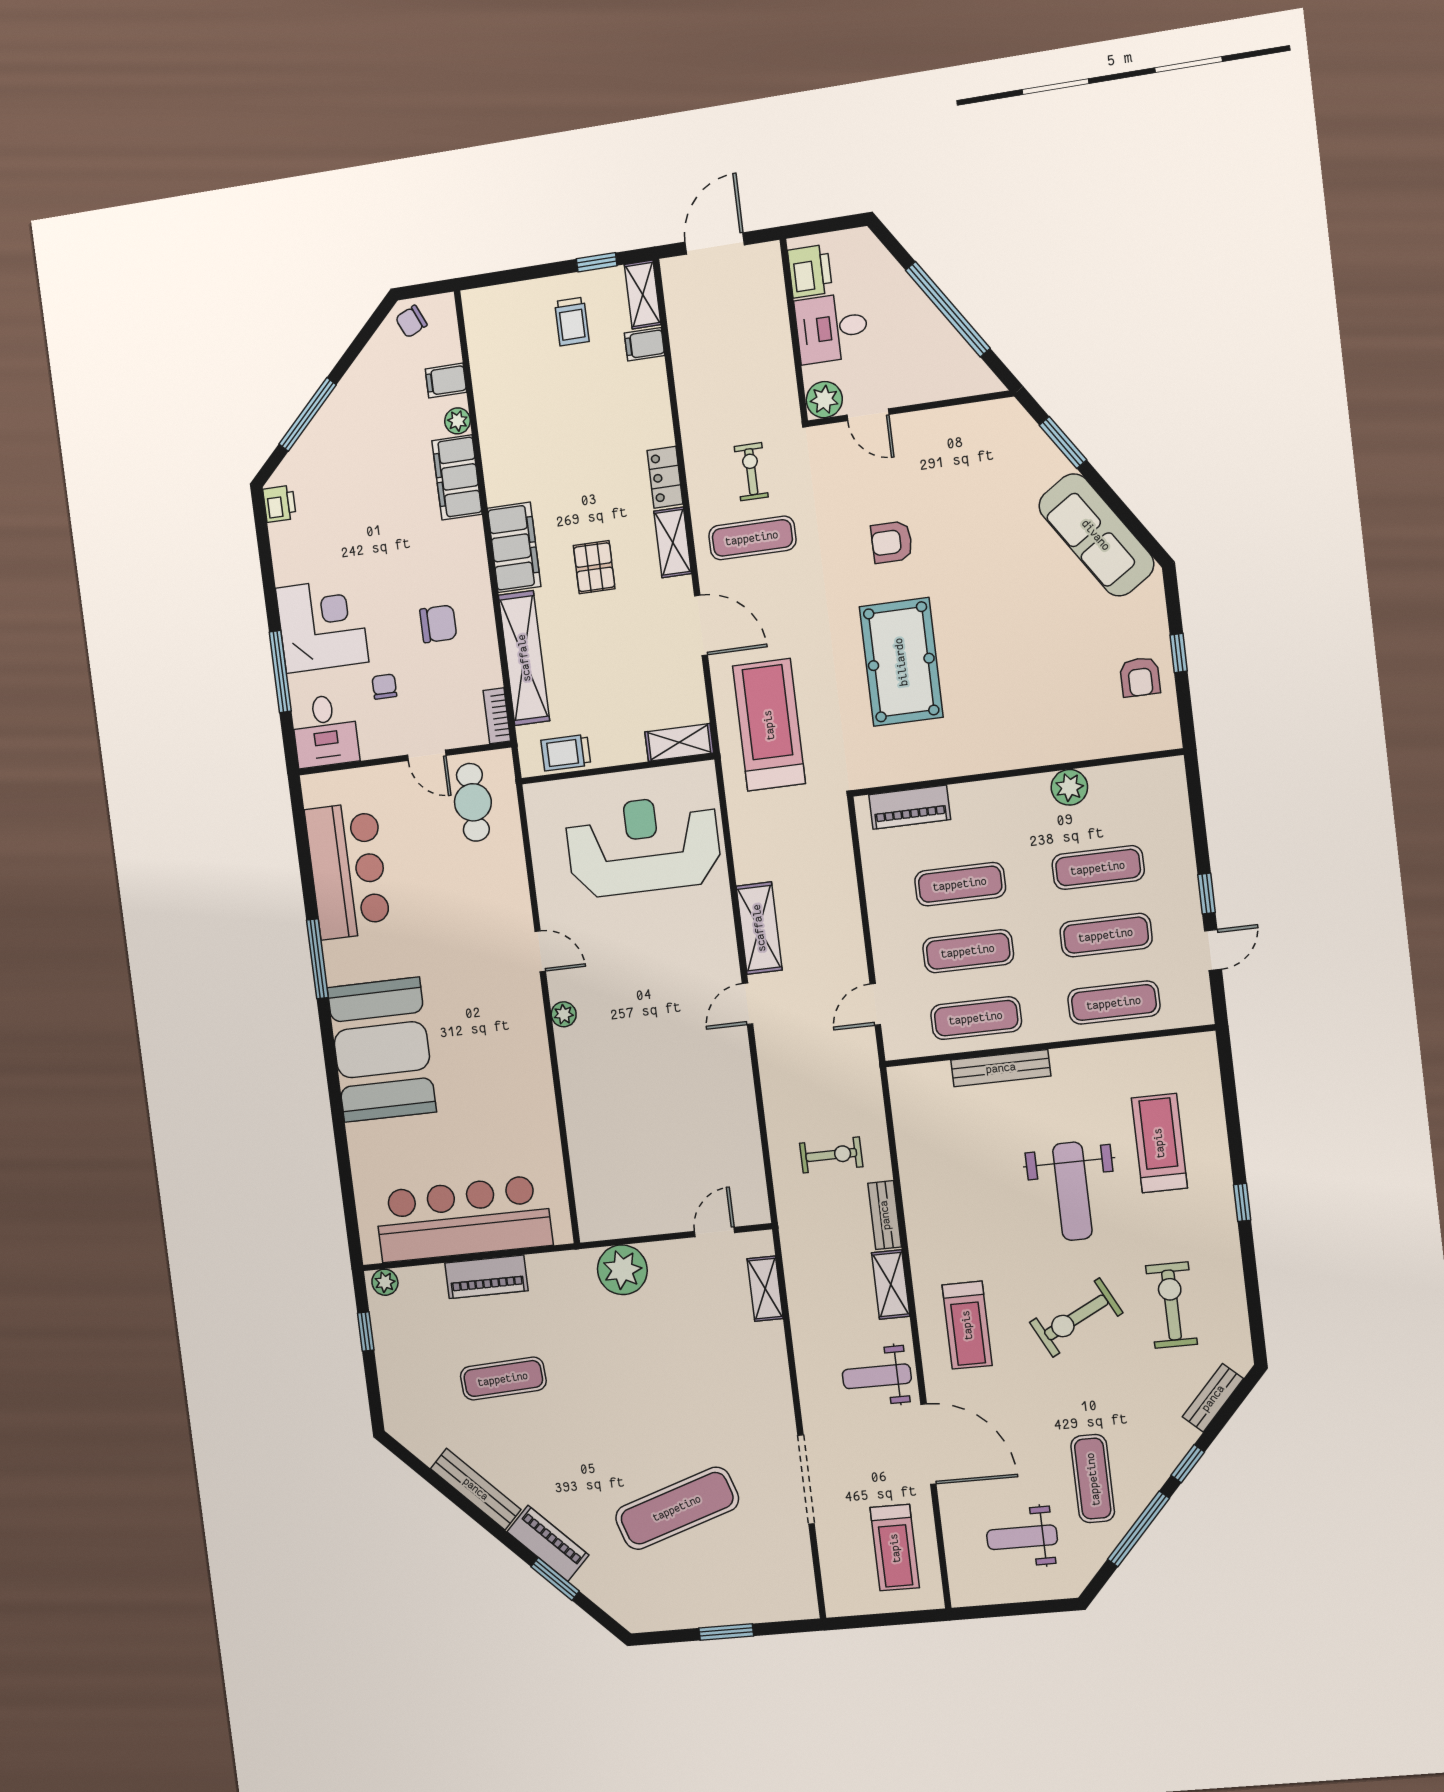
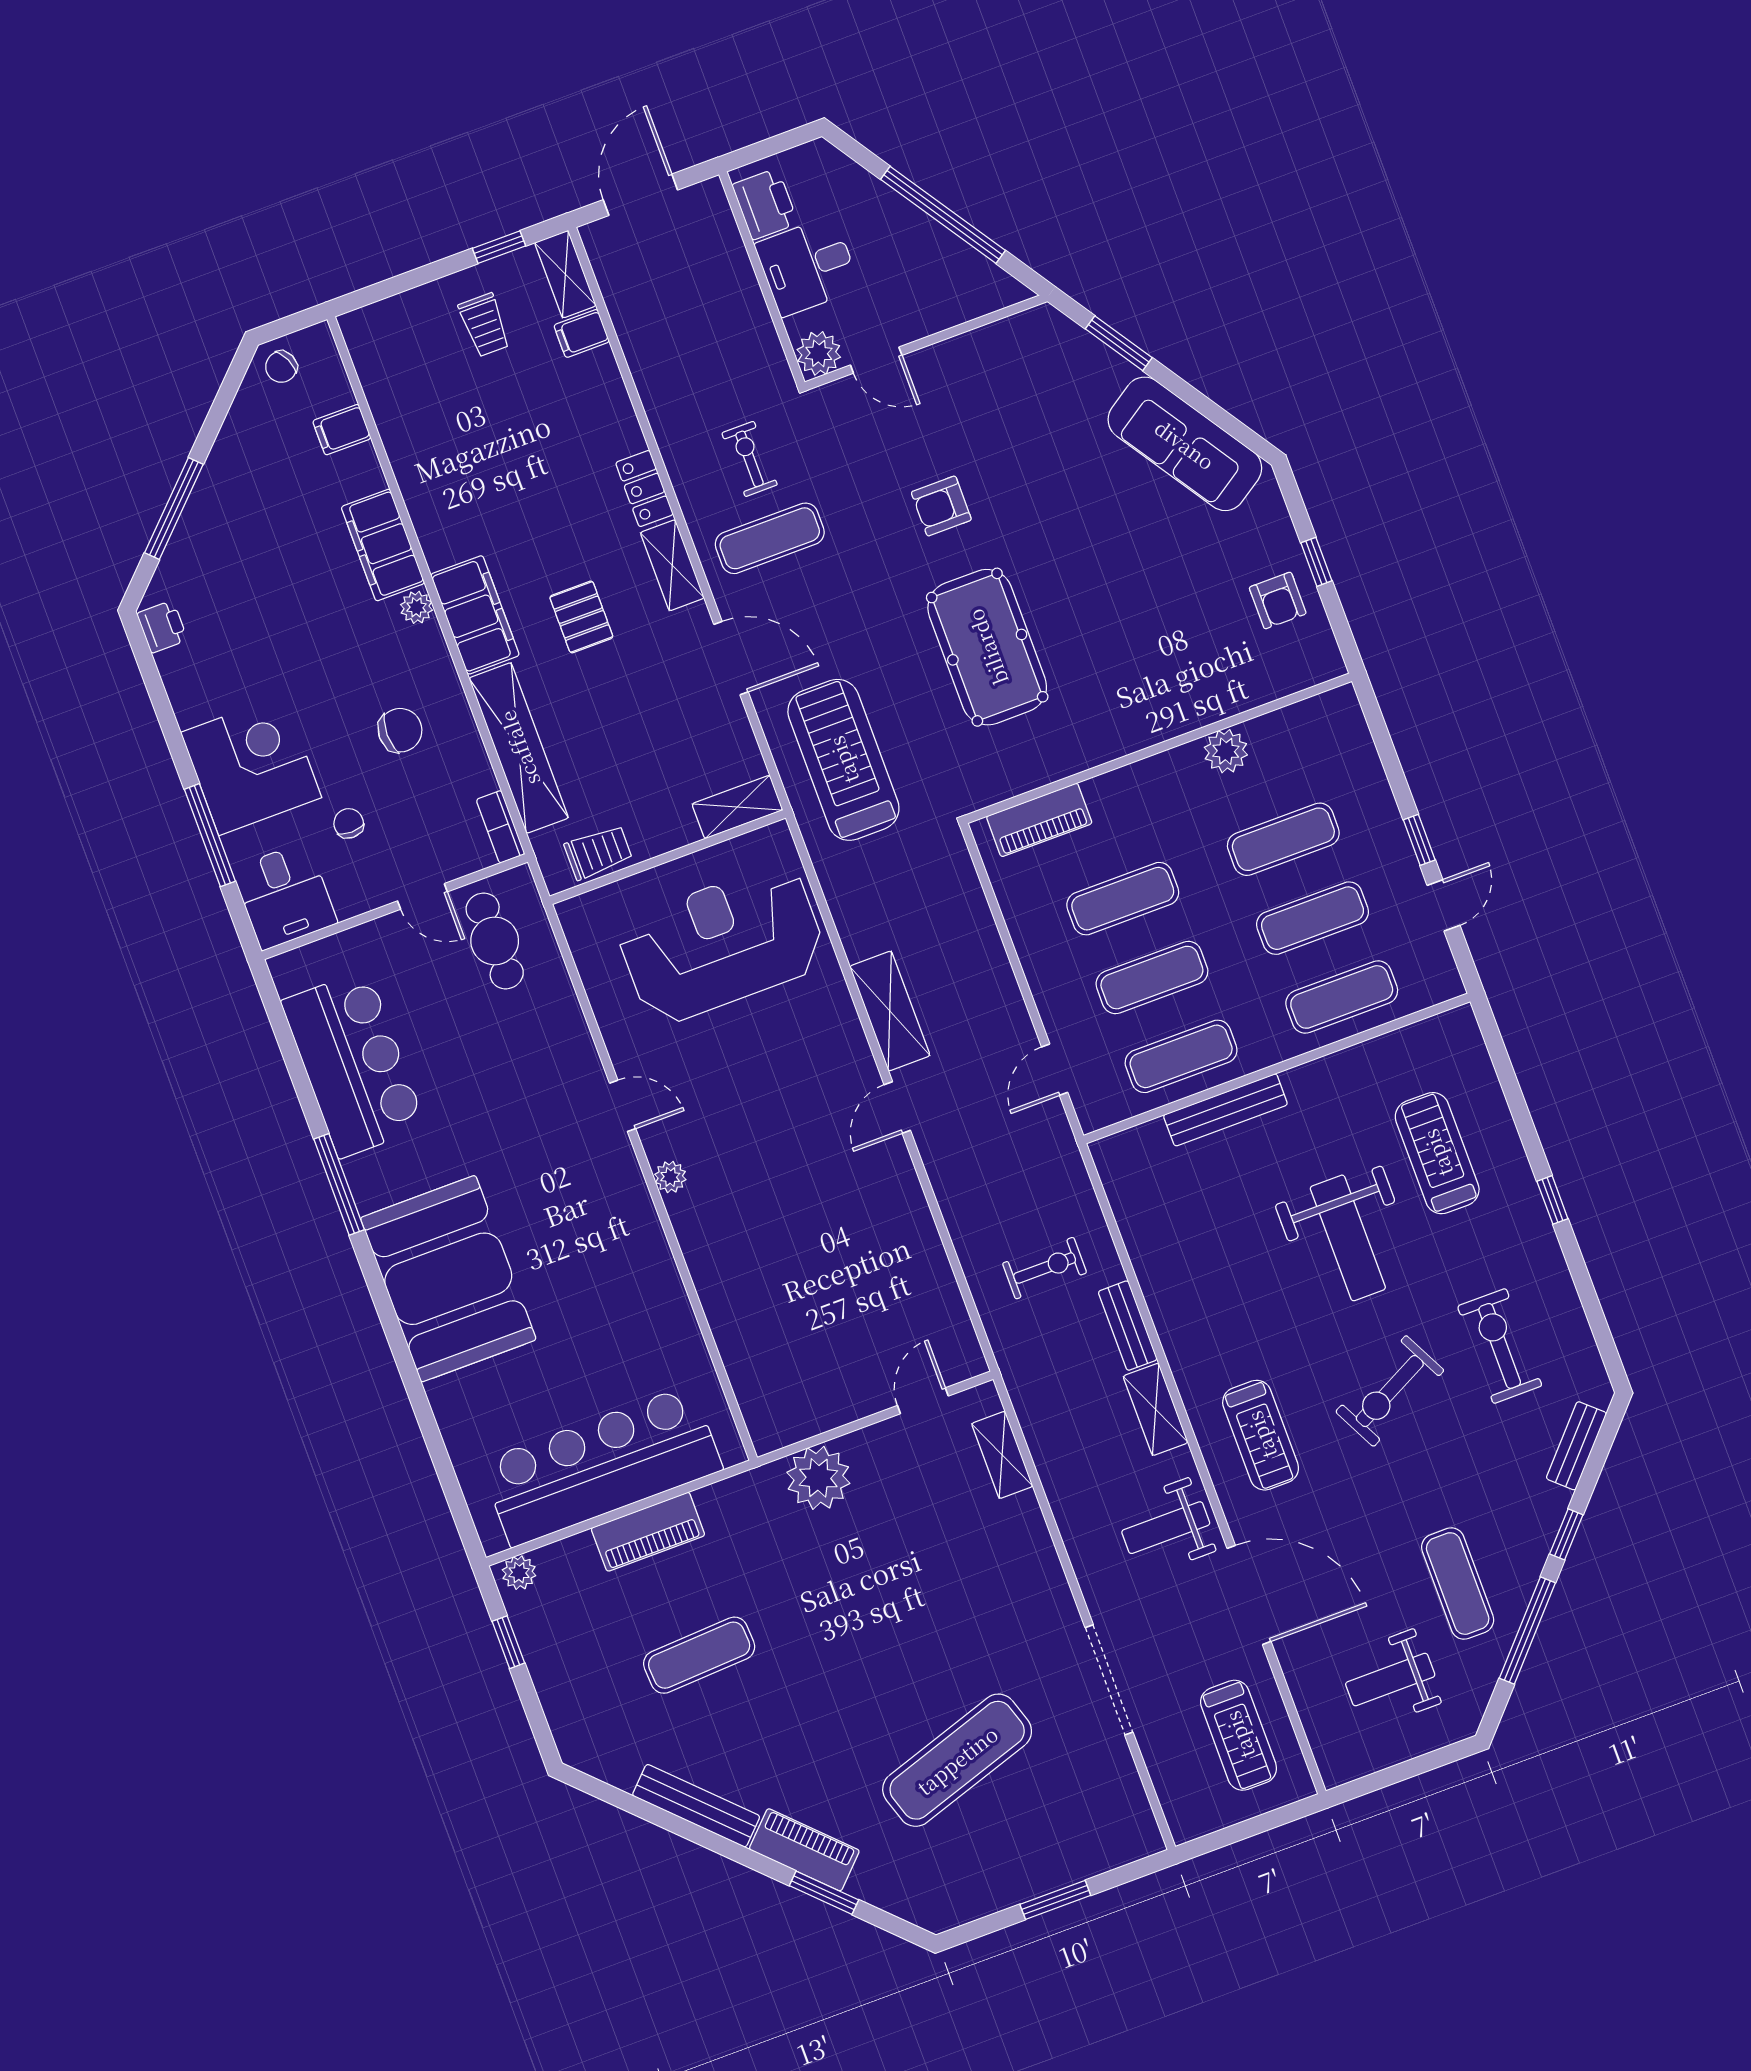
plant: (457, 421) -> (416, 607), moved
trolley: (566, 753) -> (598, 852), turned 180

